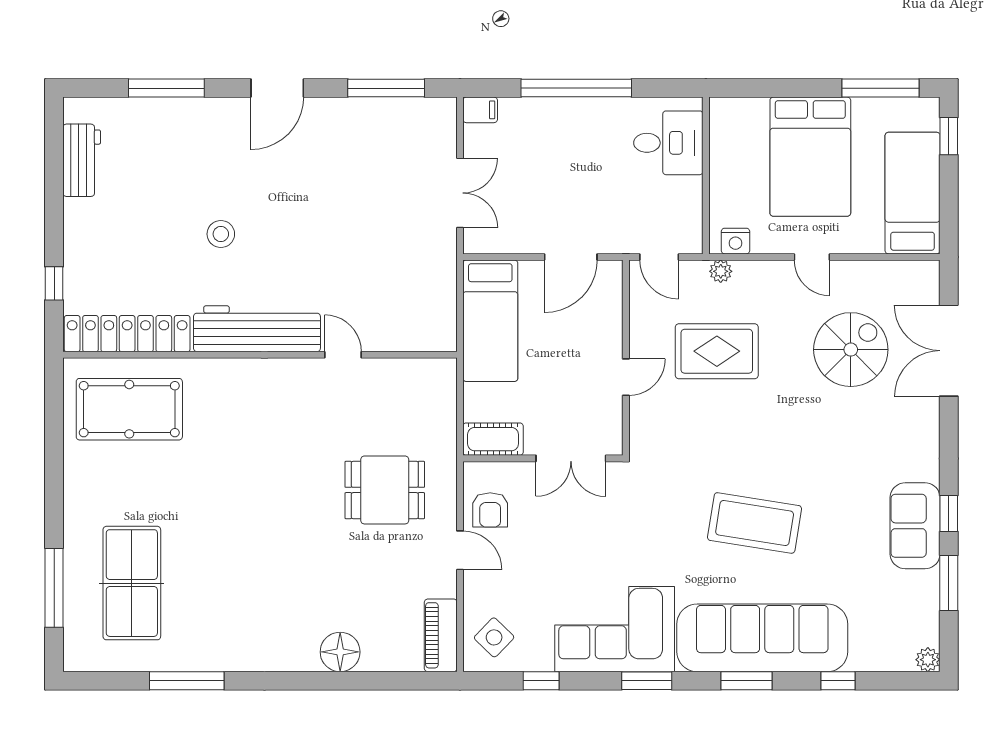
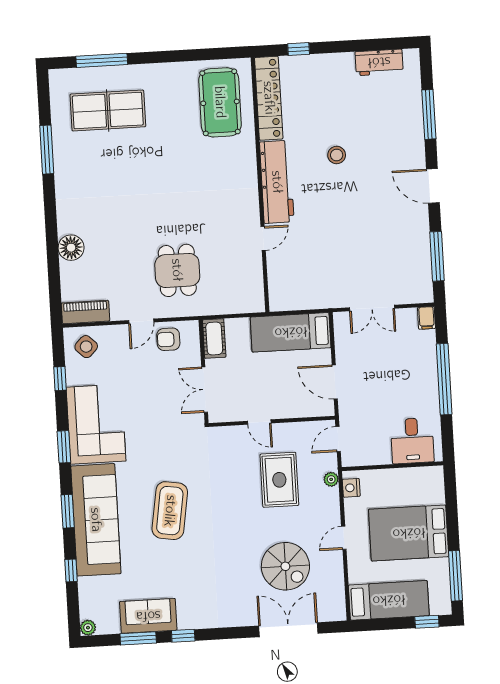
sofa: (915, 526) -> (148, 616), moved

